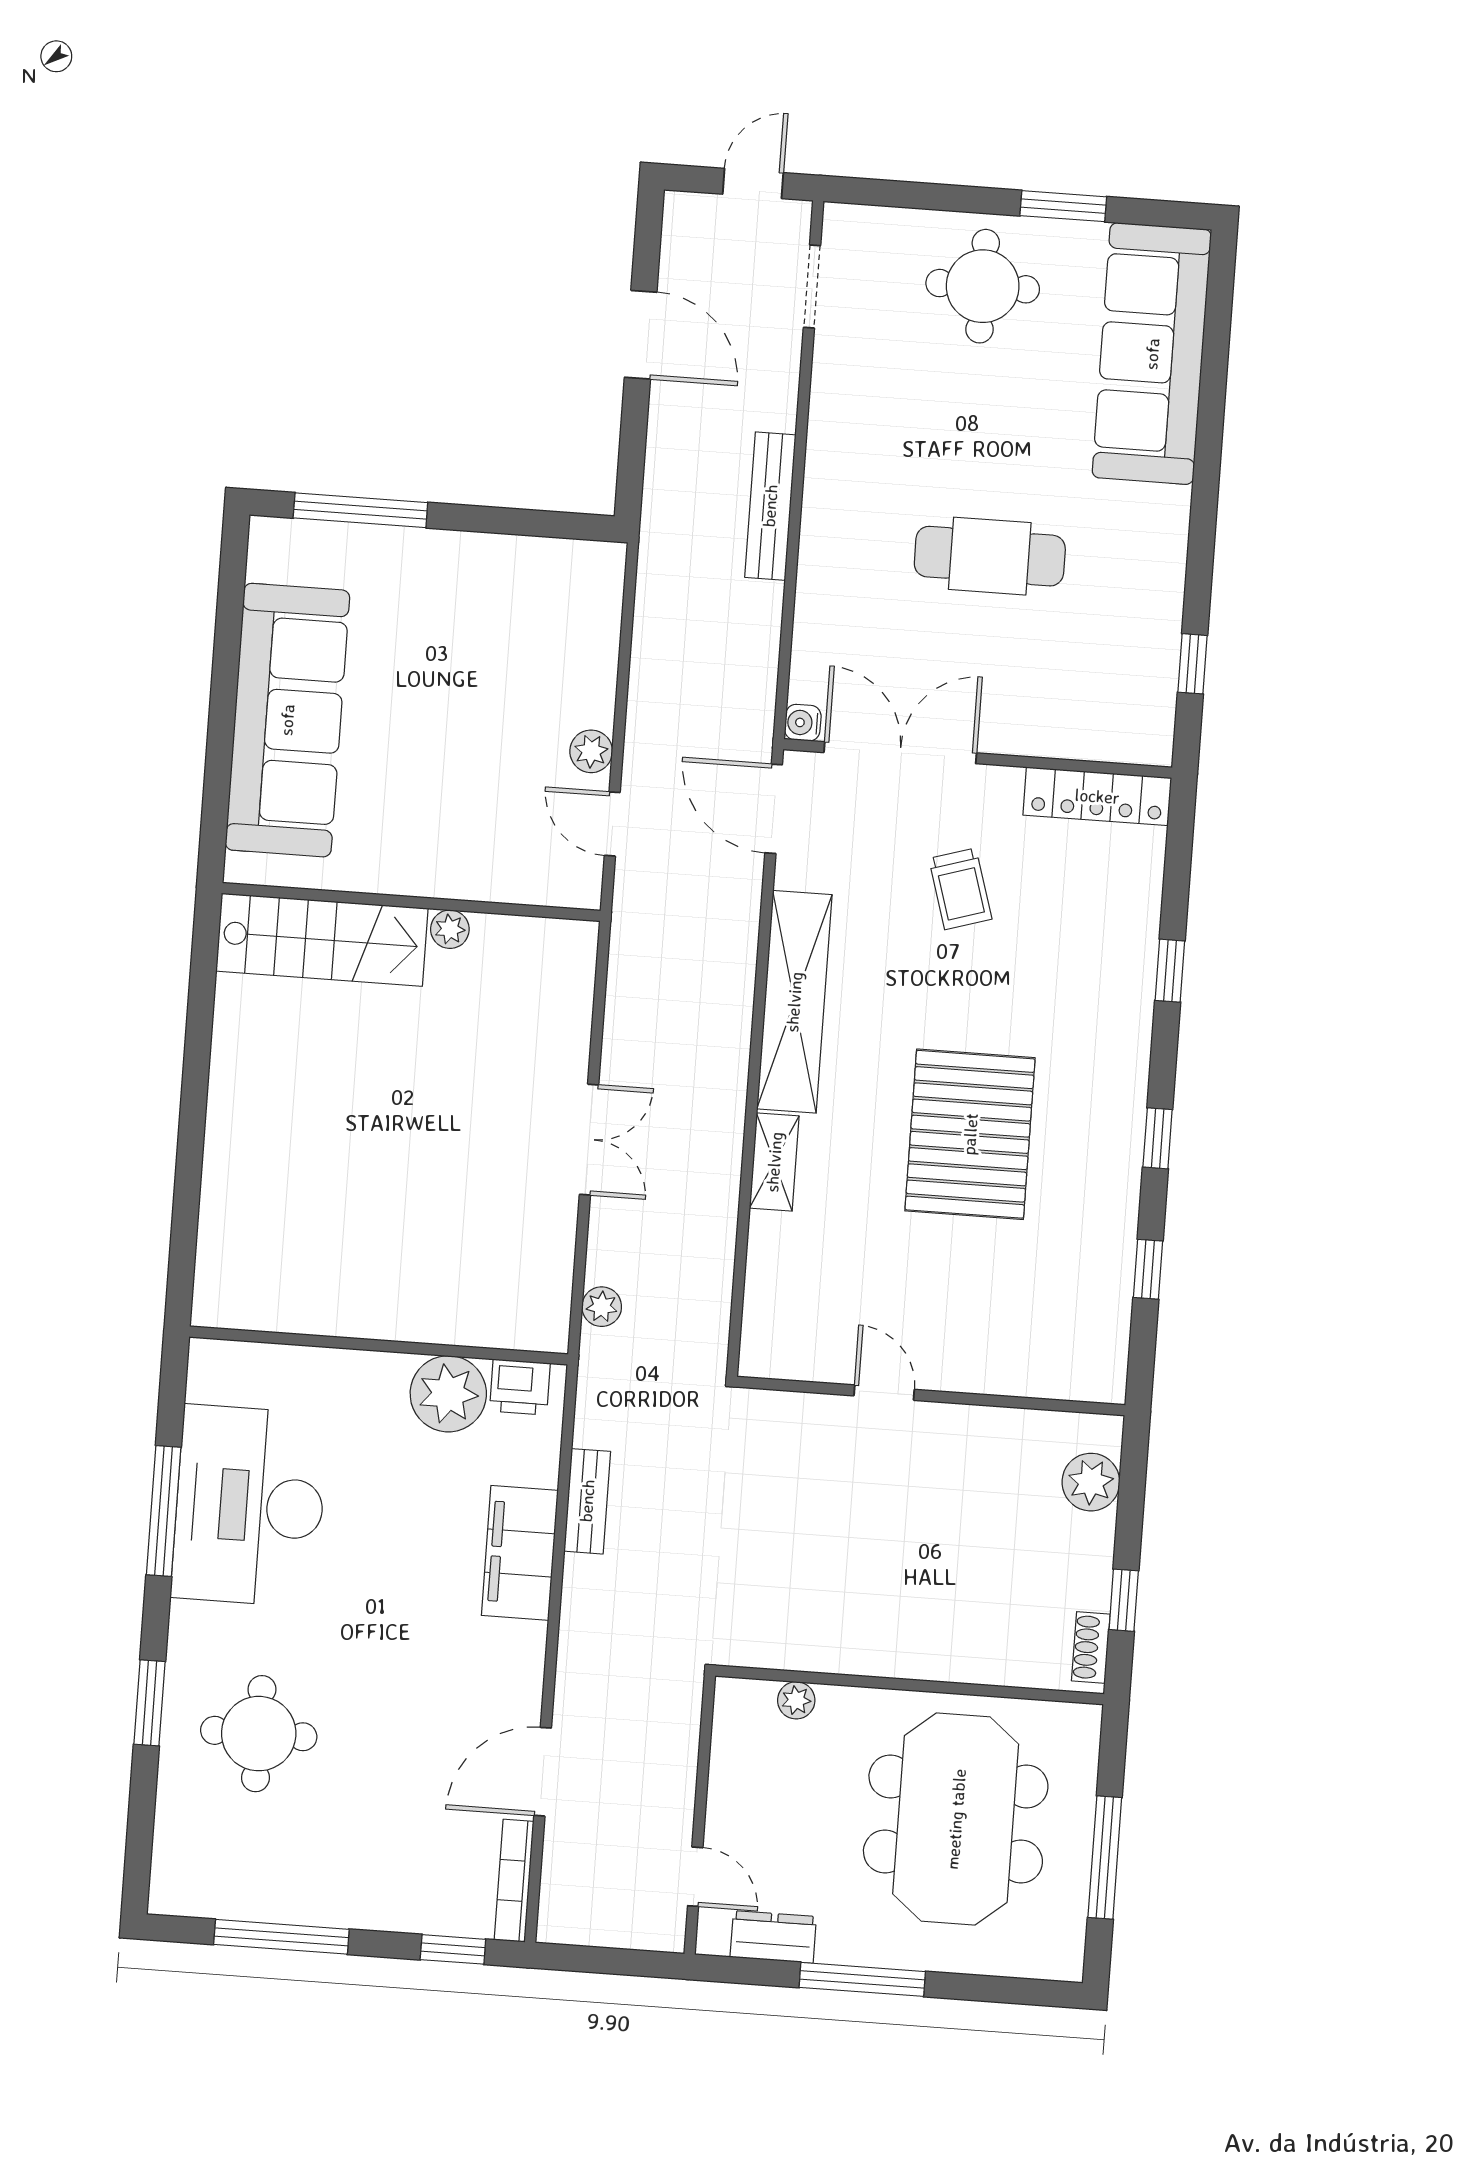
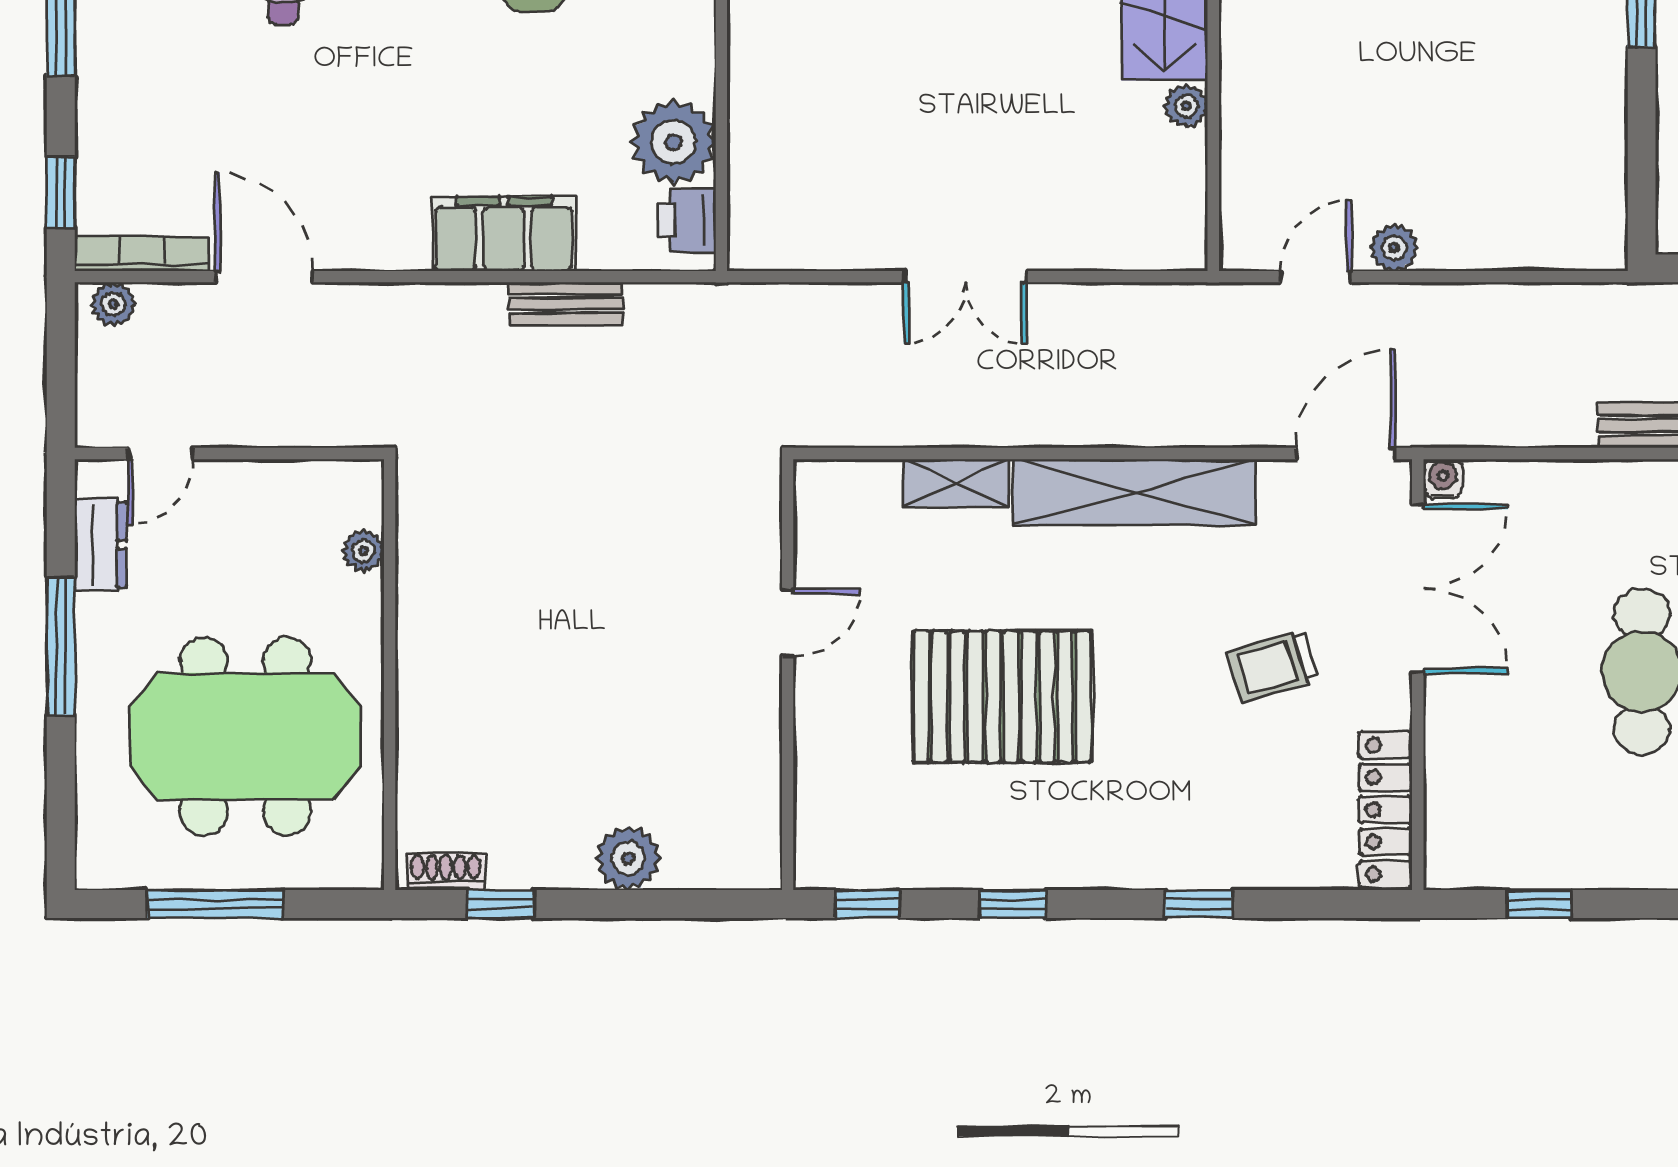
plant: (602, 1307) -> (114, 304), moved
door: (884, 1393) -> (788, 623), moved
wall: (931, 1396) -> (788, 675), moved

